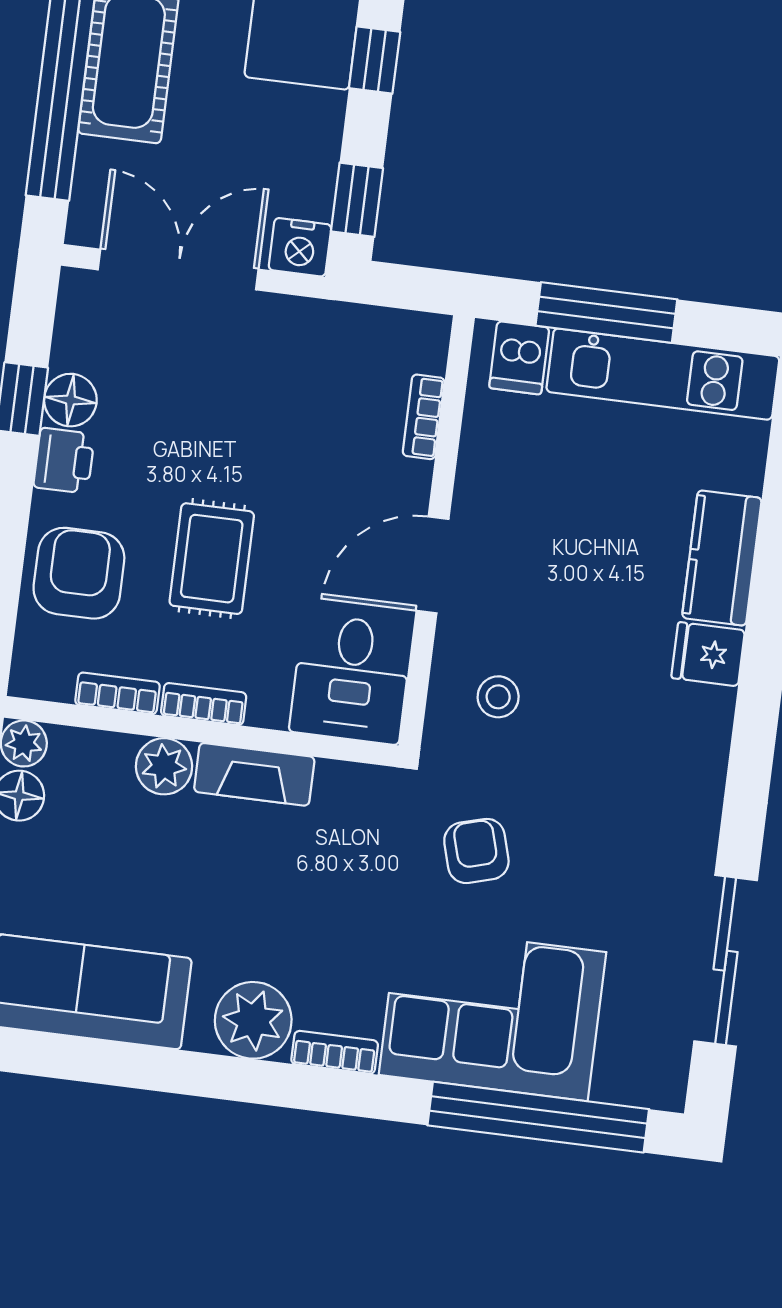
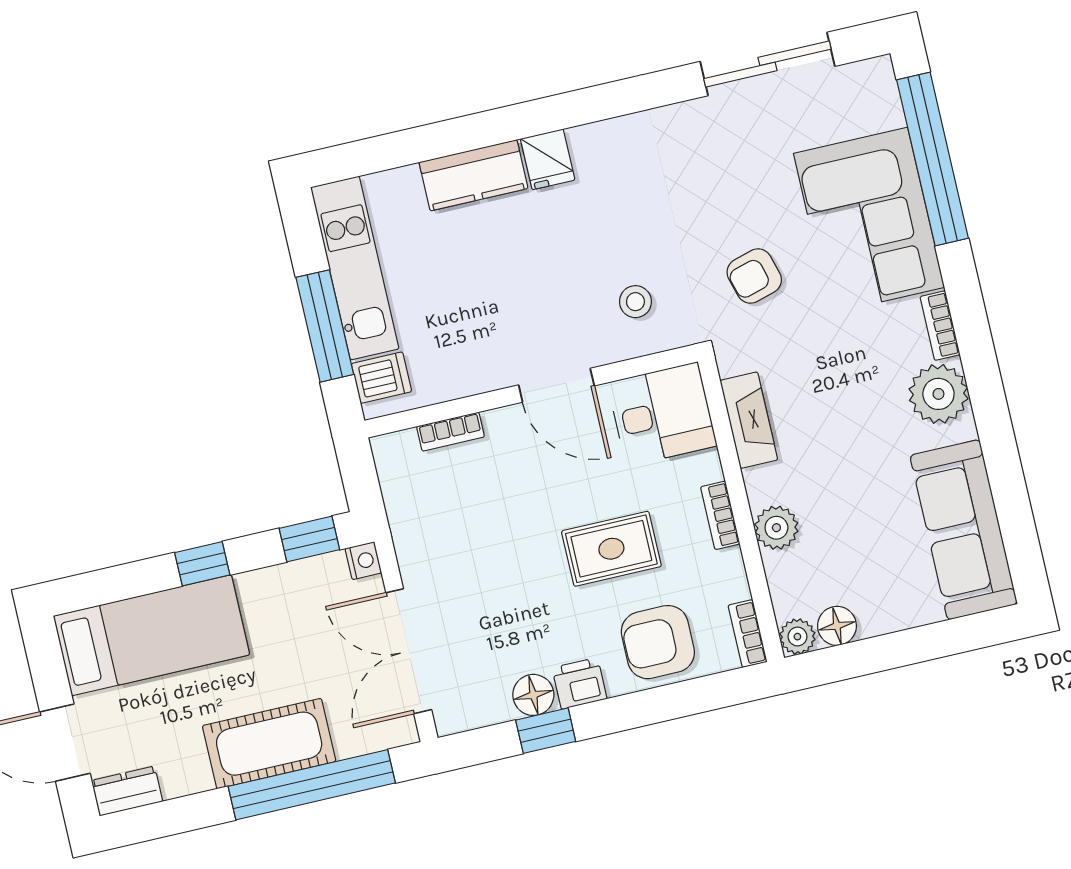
nightstand: (300, 247) -> (363, 561), width x0.72, depth x0.74
bookcase: (117, 693) -> (748, 634), moved
fireplace: (254, 774) -> (749, 420), moved

